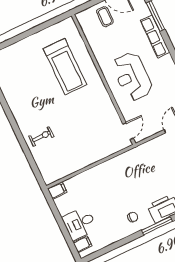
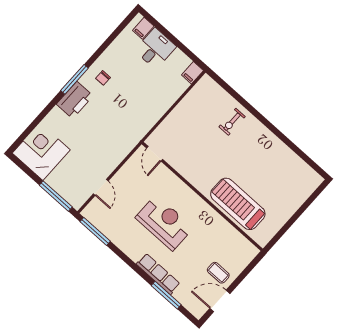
wall: (104, 80) -> (202, 196), moved
door: (128, 131) -> (155, 154), moved

